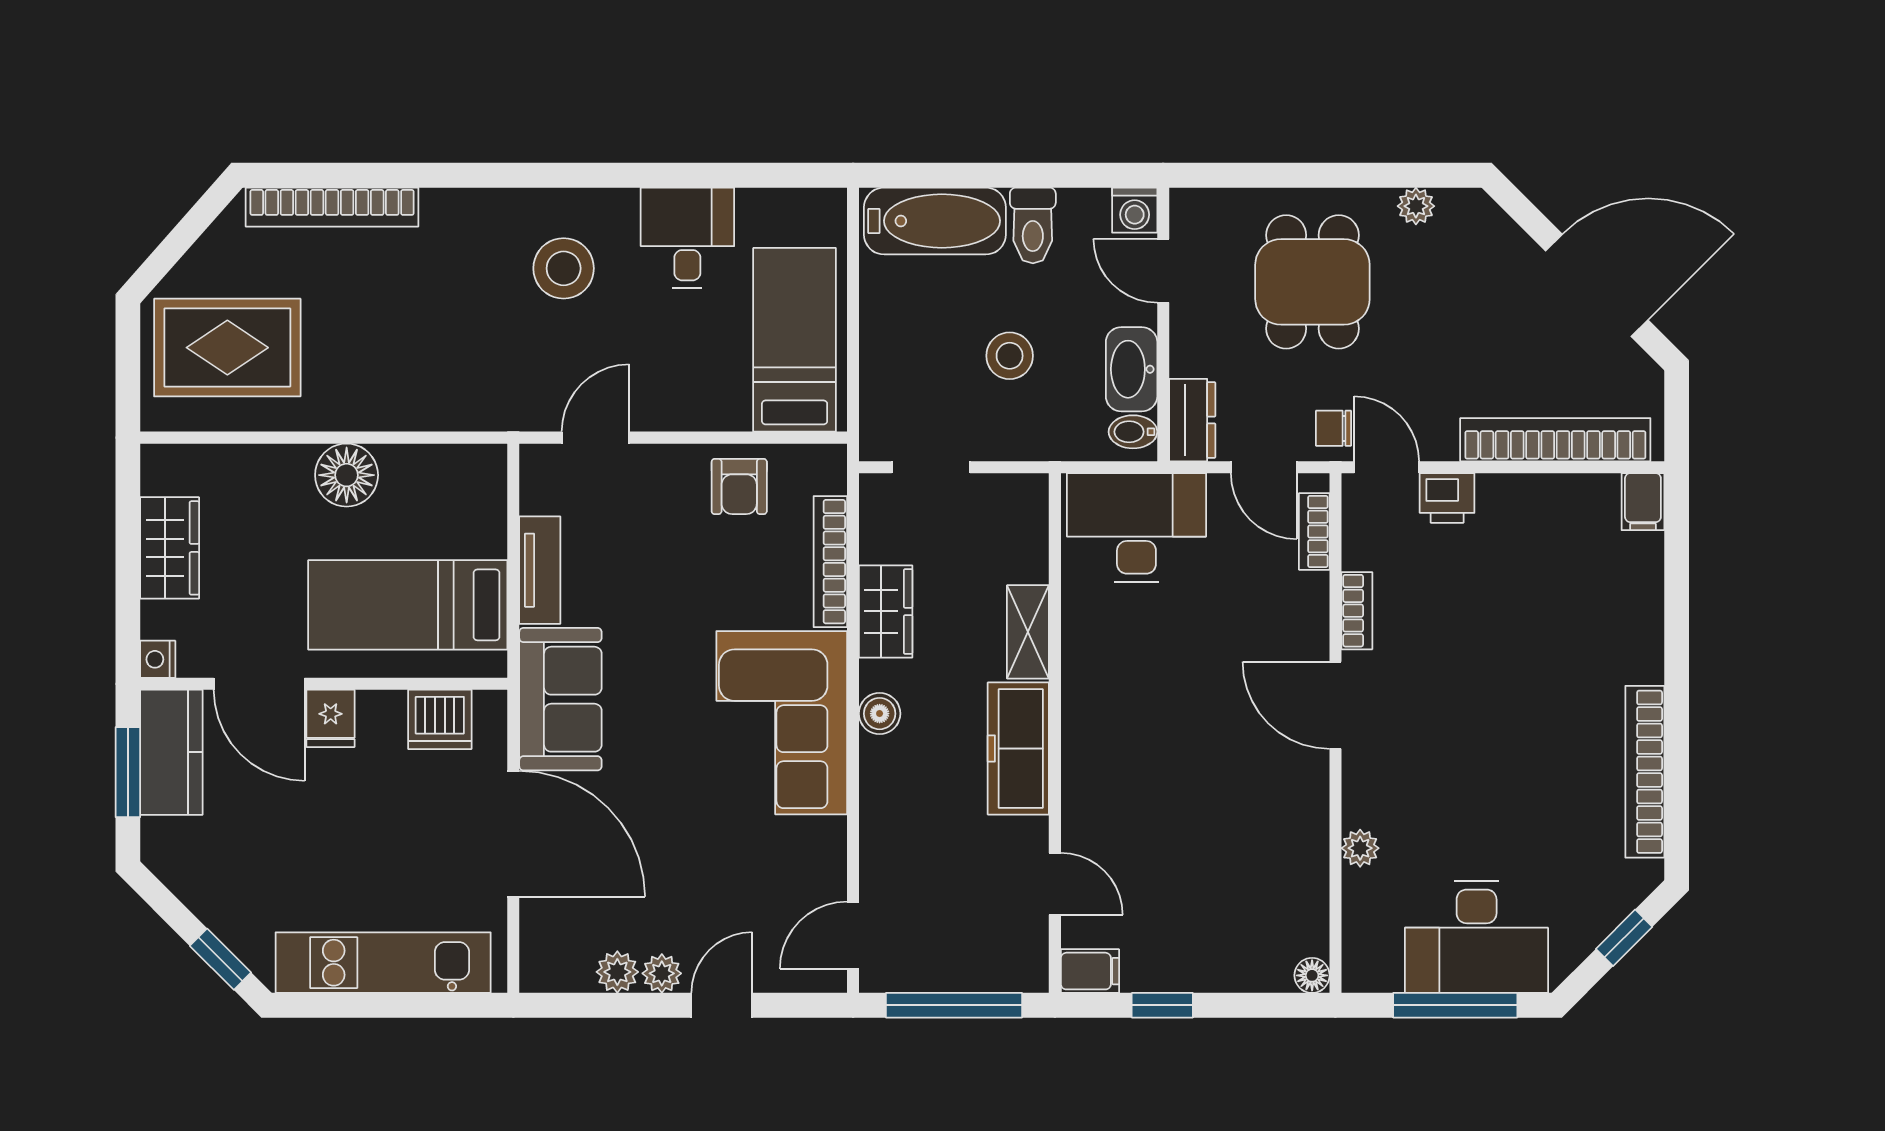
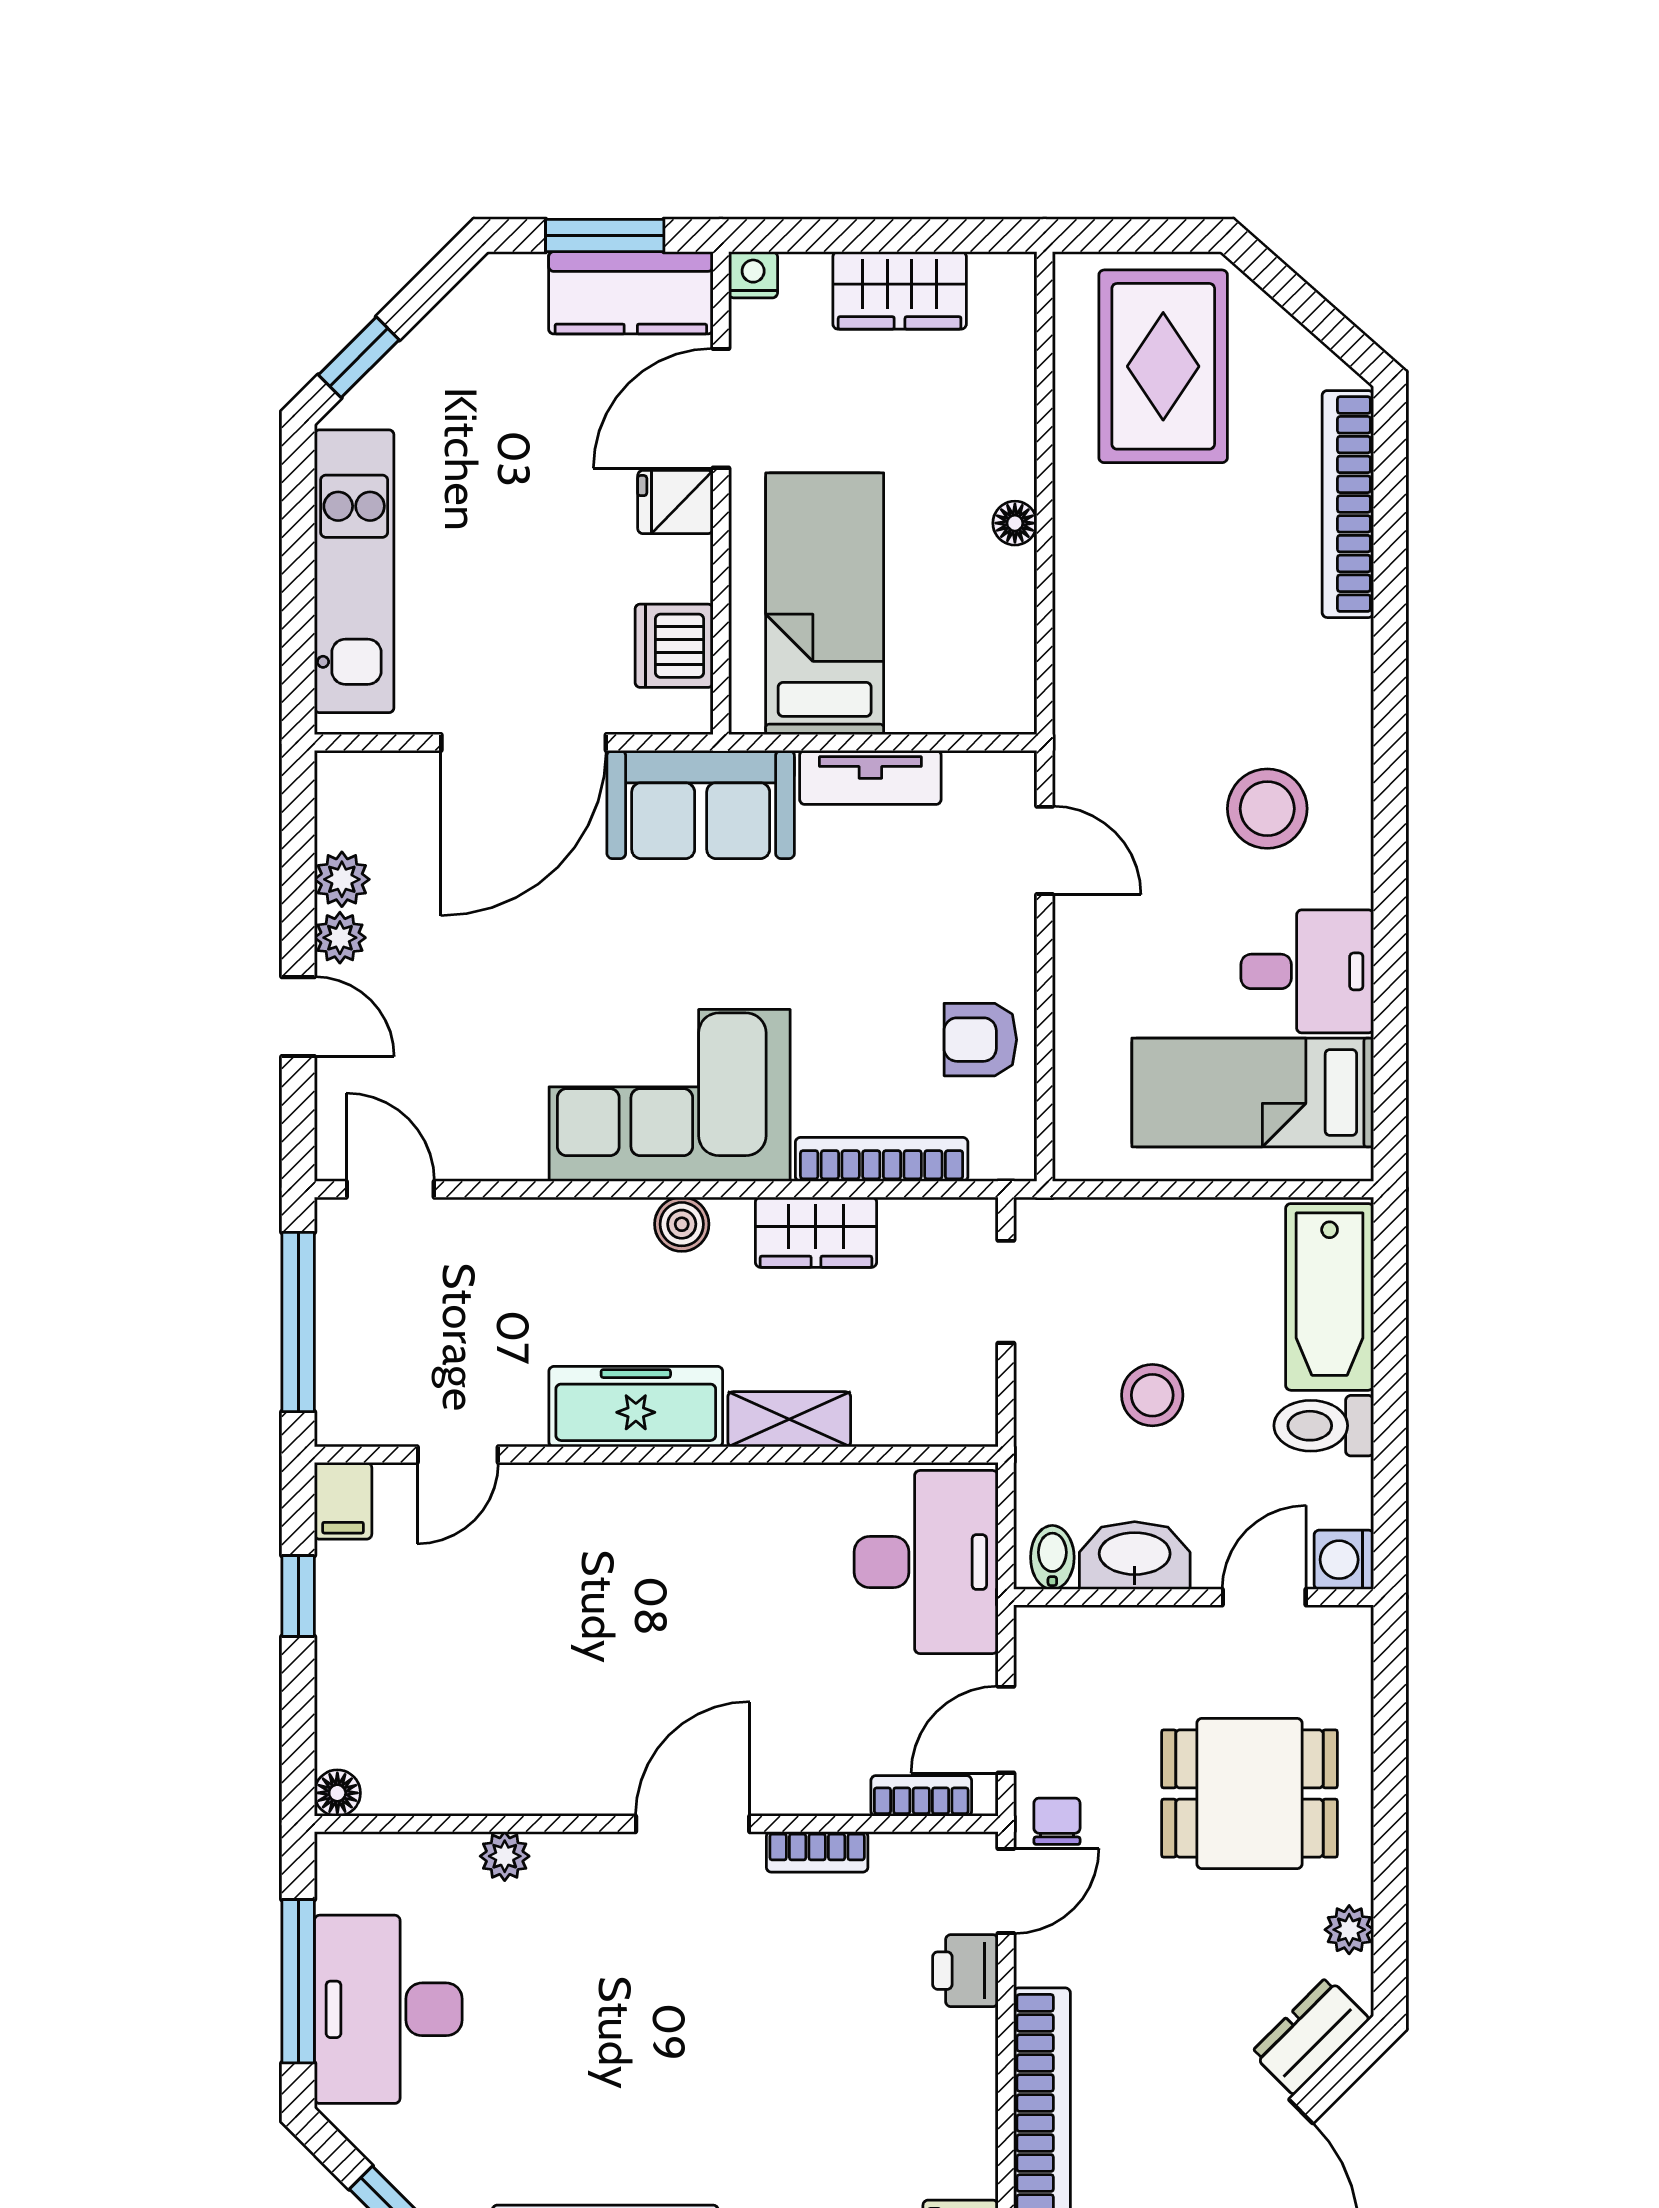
bed: (795, 340) -> (1253, 1092), moved, turned 180
dresser: (1192, 420) -> (1310, 2036), moved, turned 135
floor lamp: (347, 475) -> (1015, 523), width x0.53, depth x0.53

